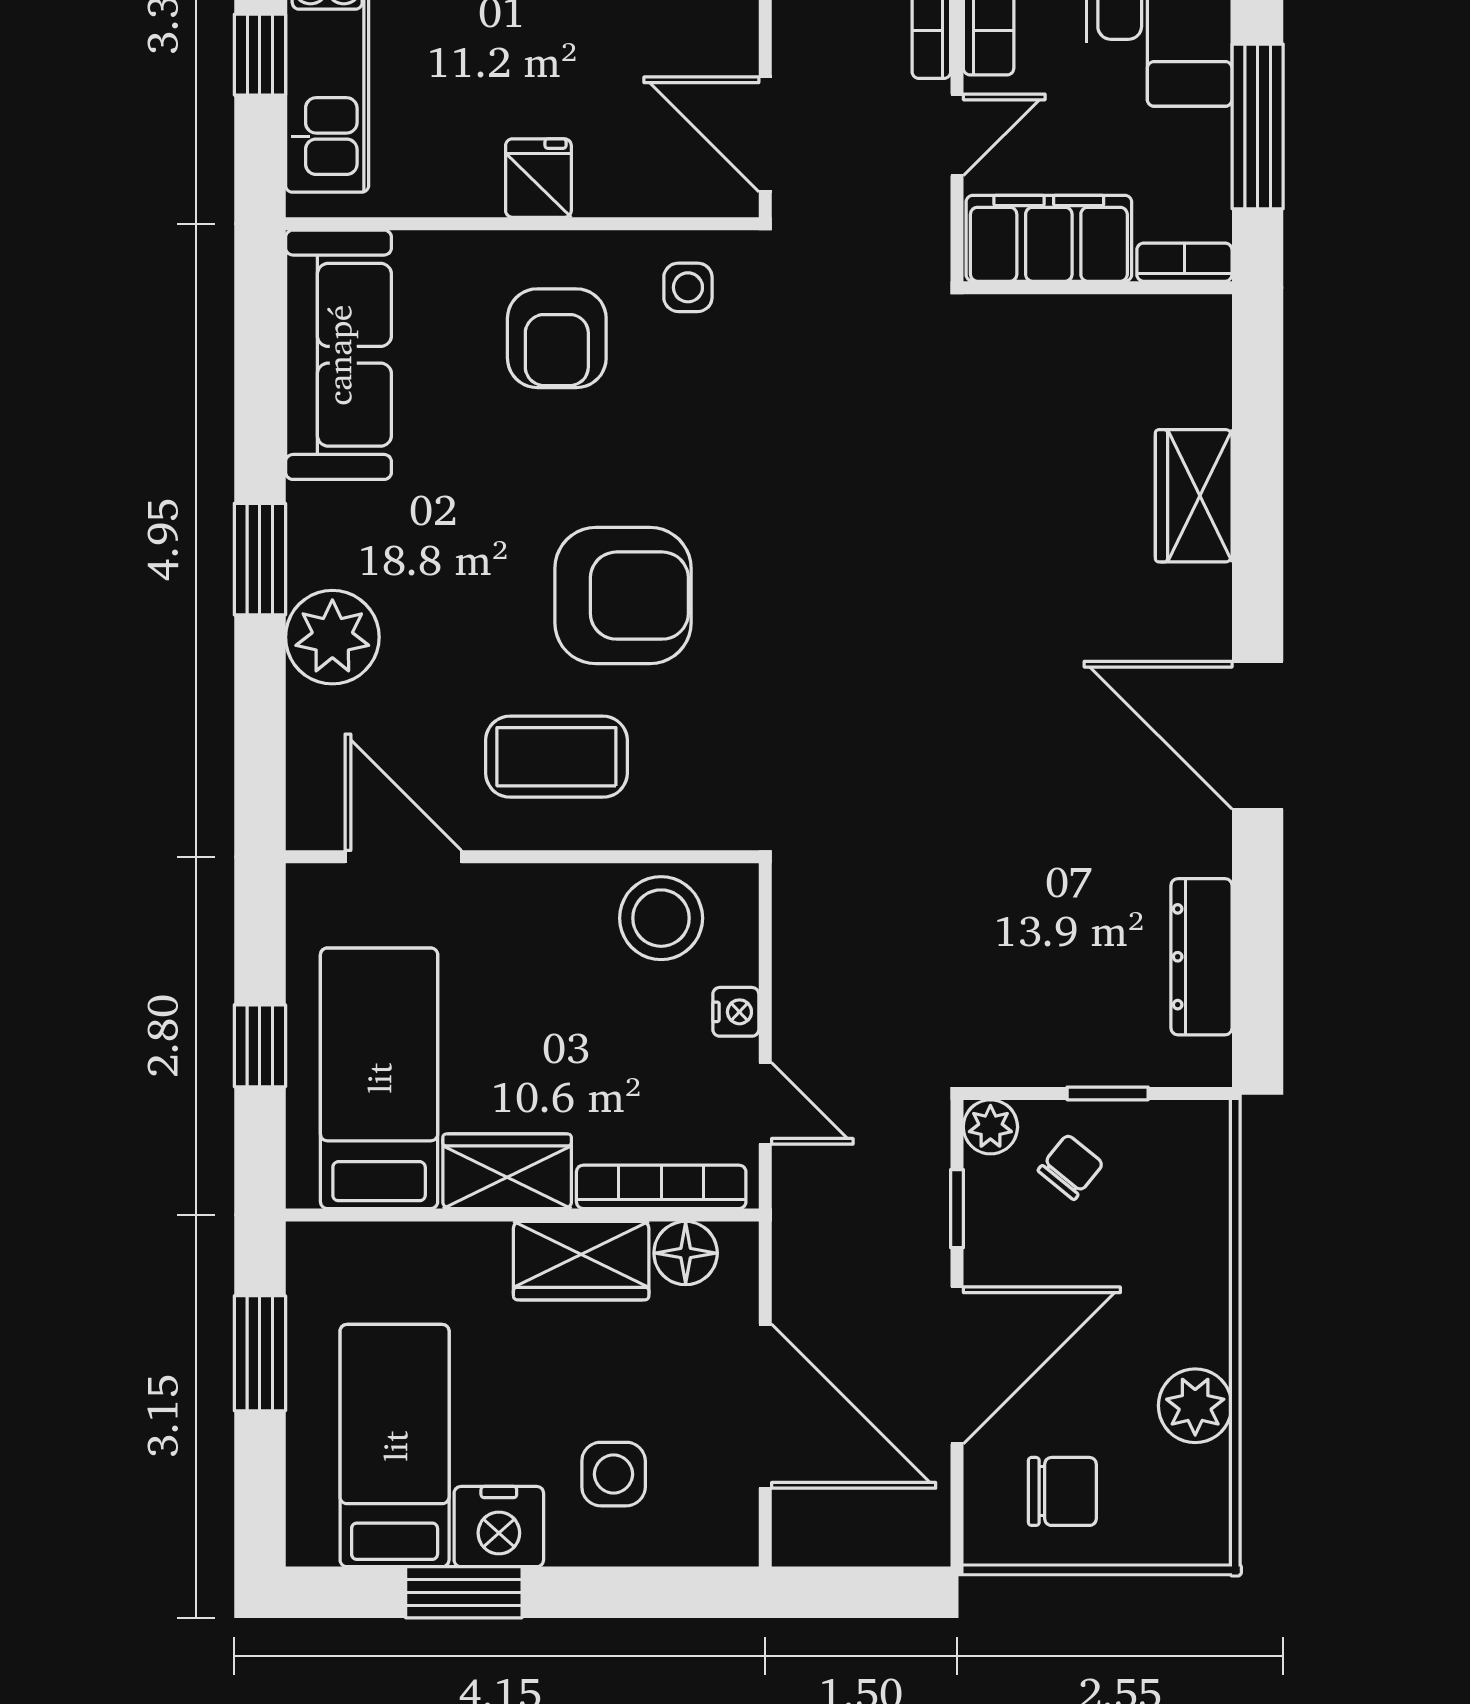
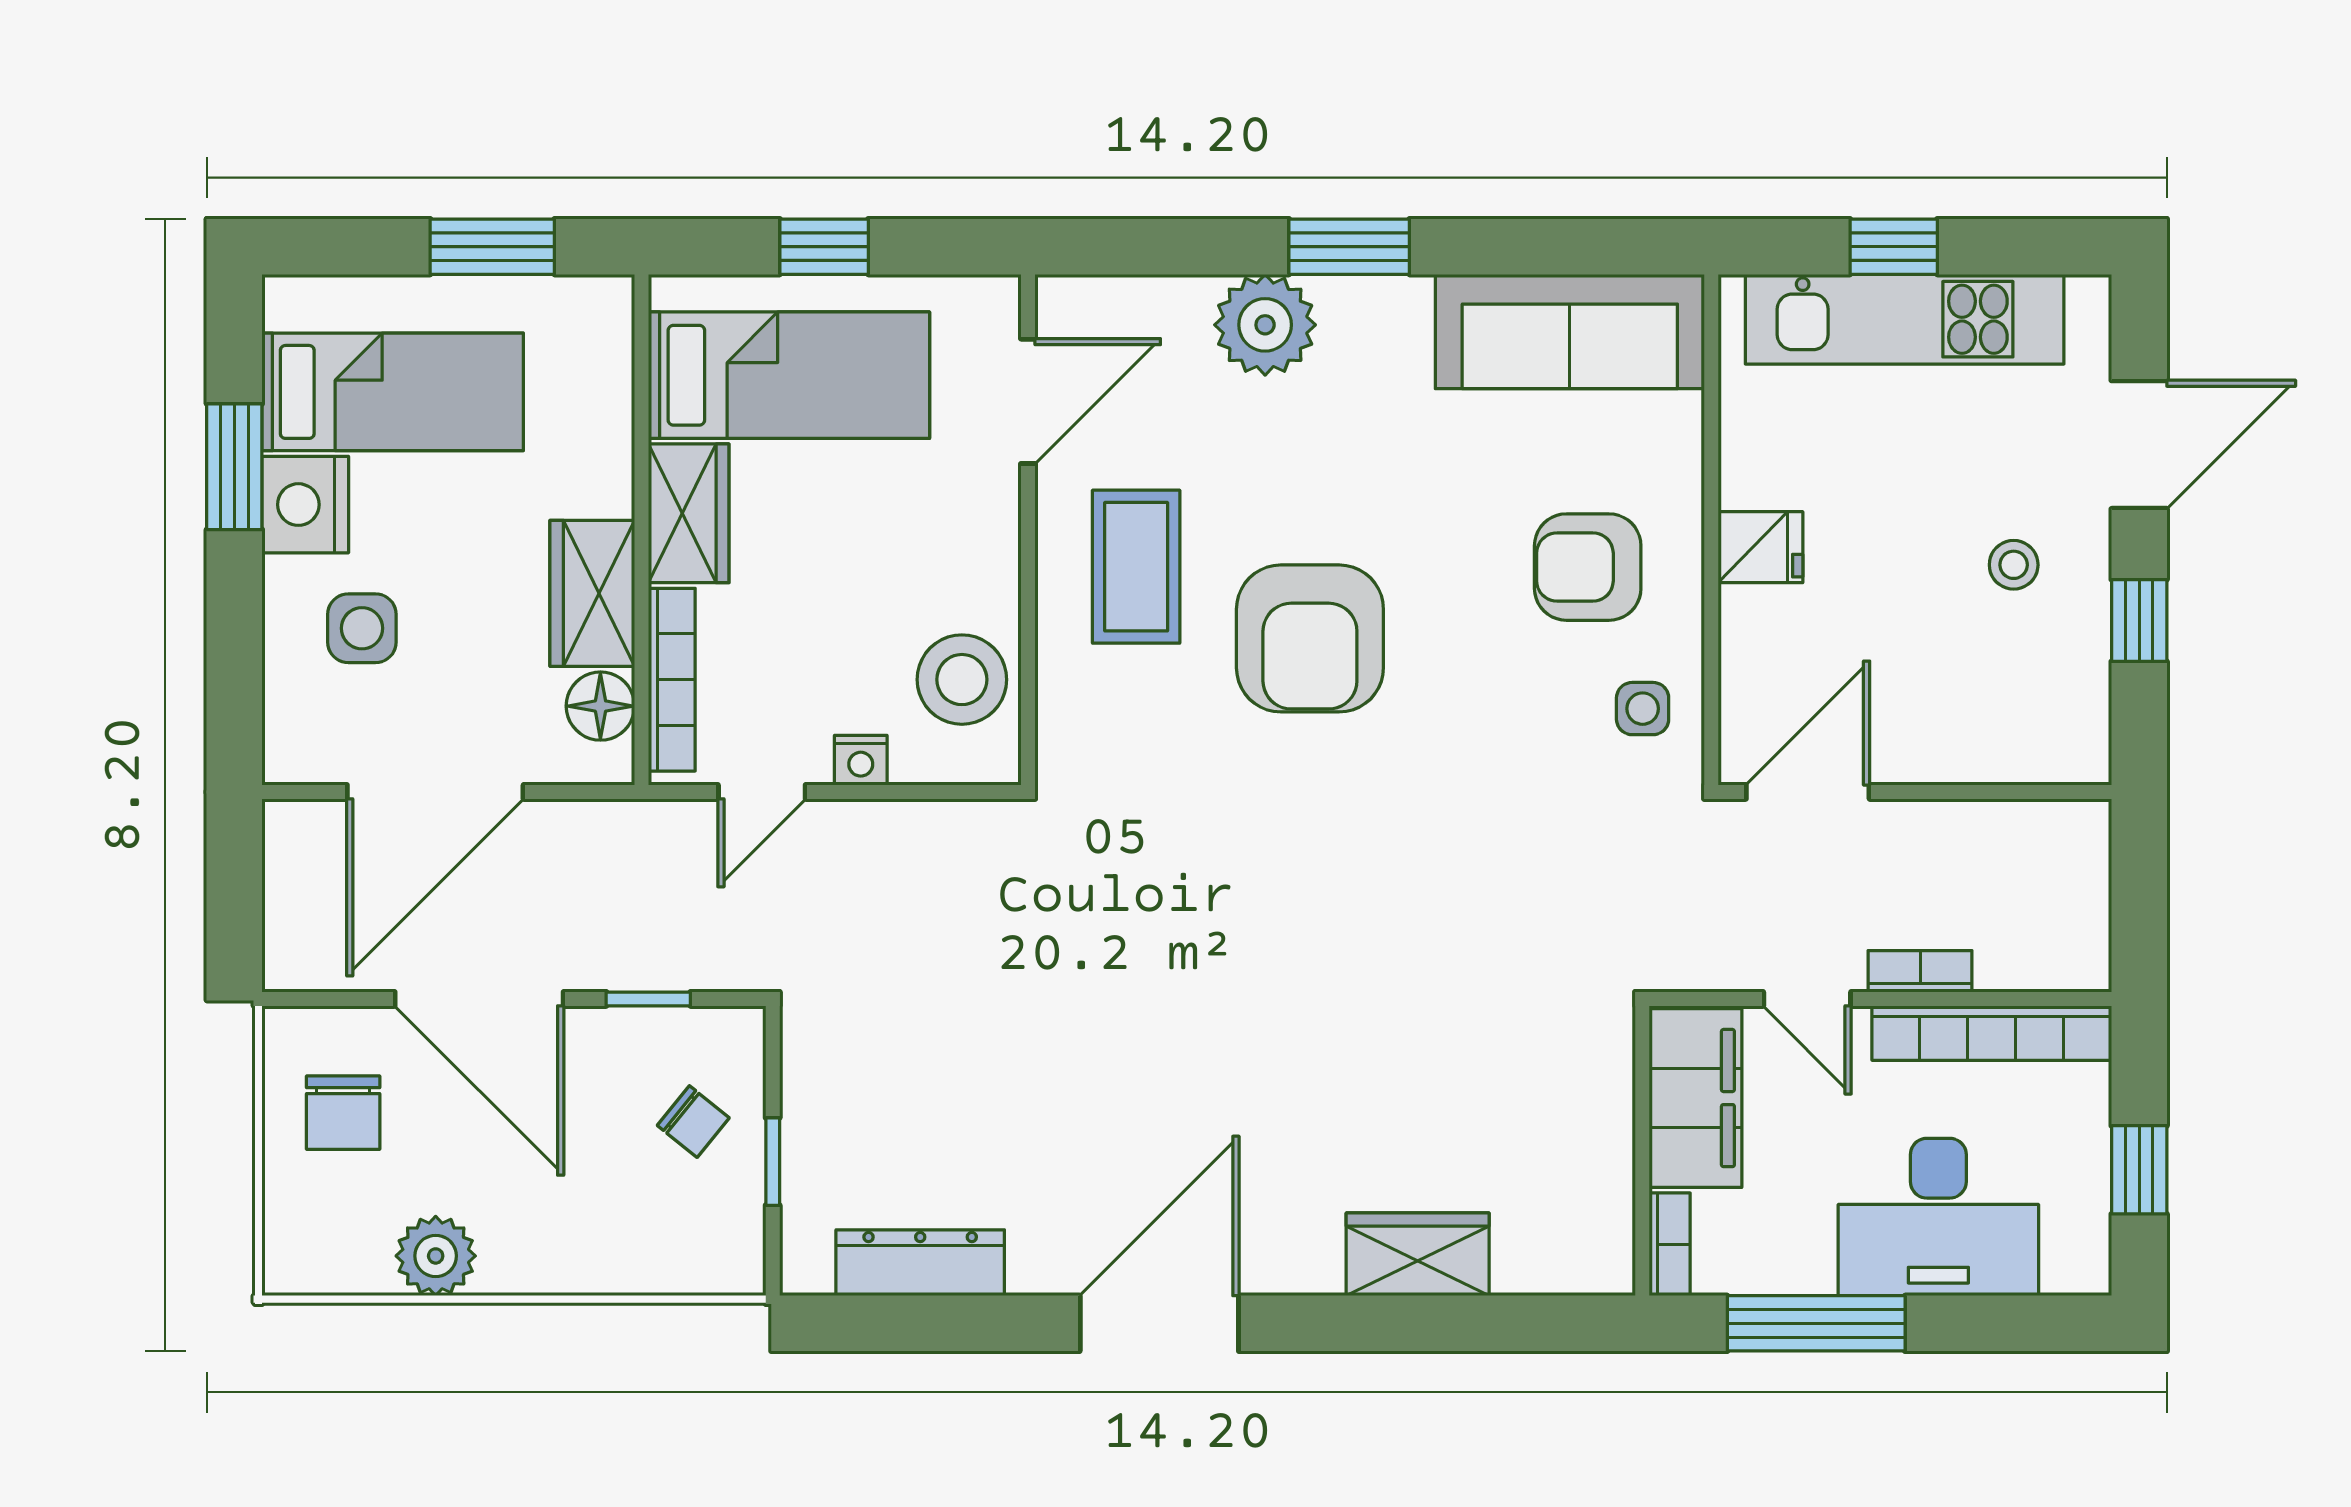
plant: (990, 1127) -> (737, 1035), removed

